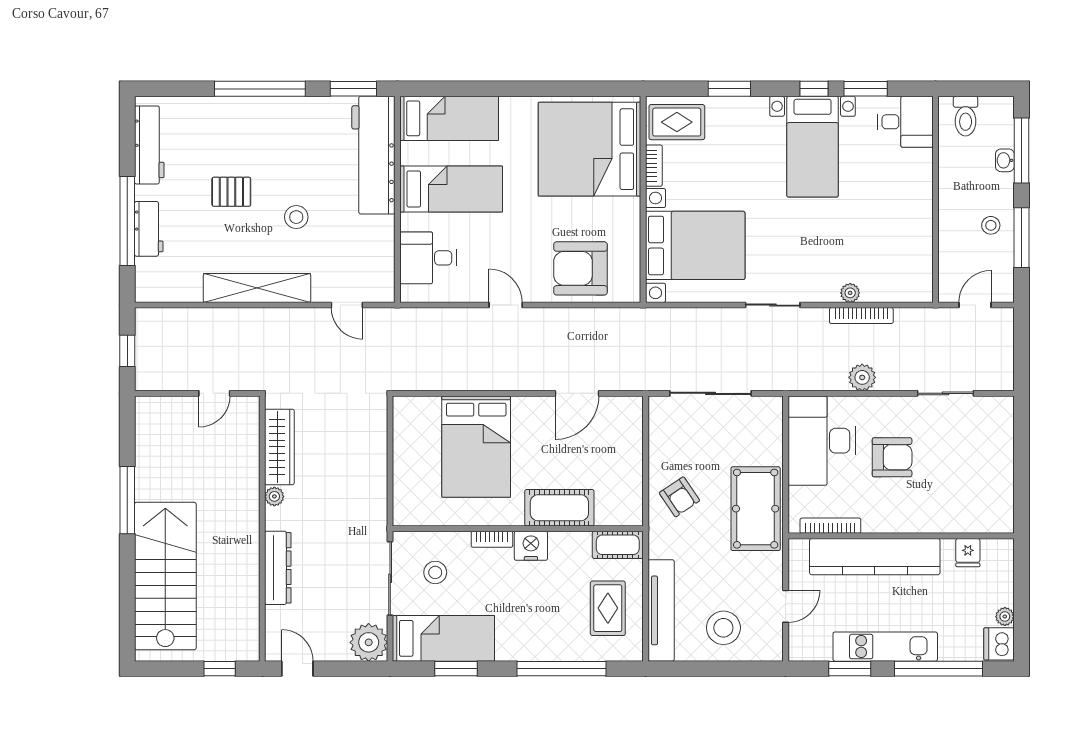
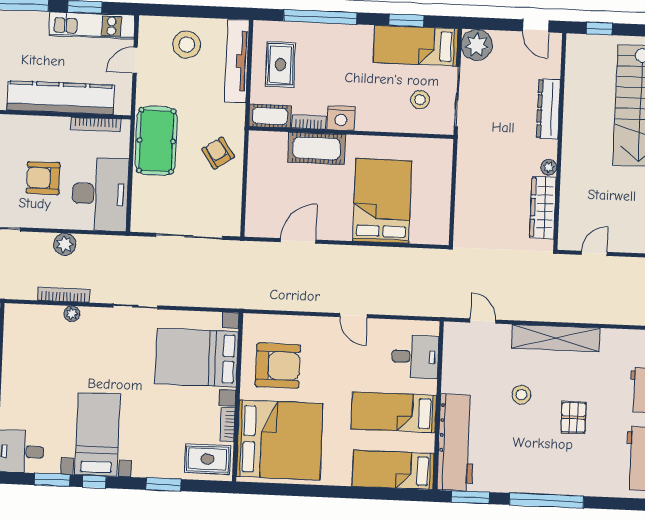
pallet: (231, 192) -> (573, 417), turned 90
armchair: (580, 268) -> (278, 366), moved
bookcase: (492, 539) -> (309, 122), moved
kitchen unit: (885, 647) -> (92, 25), moved

